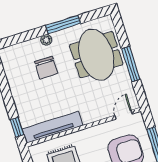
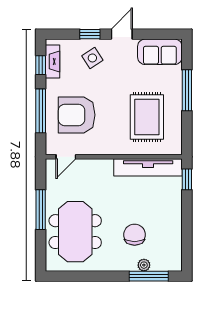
window: (63, 24) -> (149, 276), moved
plant: (46, 40) -> (144, 265), moved

